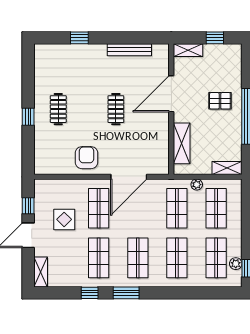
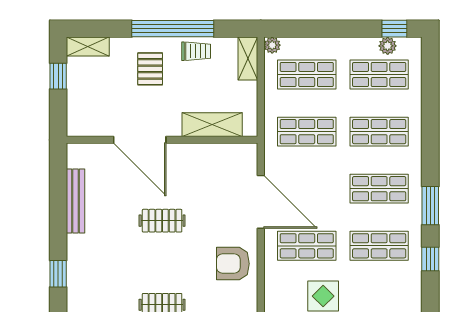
shelving: (188, 50) -> (88, 47), moved, turned 90
trolley: (232, 132) -> (196, 51), added
plant: (197, 185) -> (272, 45), moved

